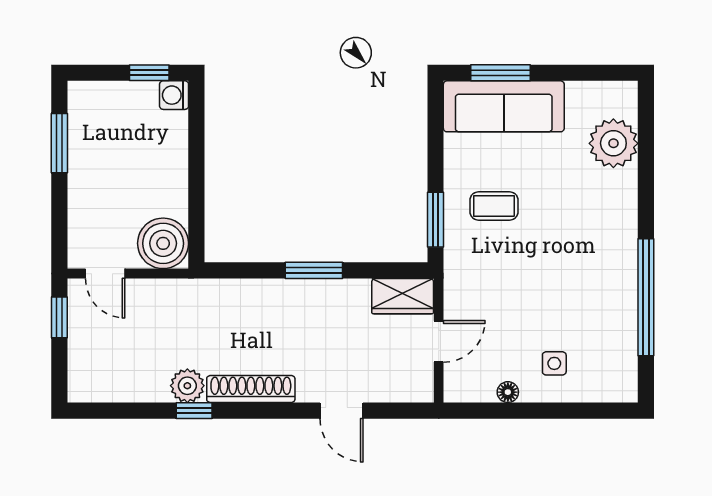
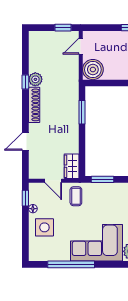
coffee table: (494, 206) -> (76, 196), moved
corner sofa: (592, 234) -> (97, 243), added
window: (314, 270) -> (82, 112), moved
side table: (554, 363) -> (44, 227), width x1.87, depth x1.87
window: (482, 411) -> (25, 198), added

